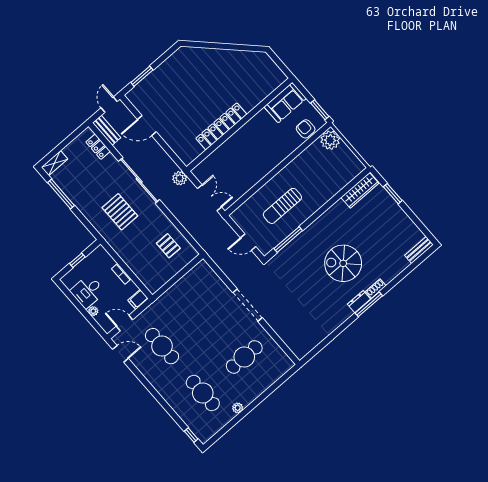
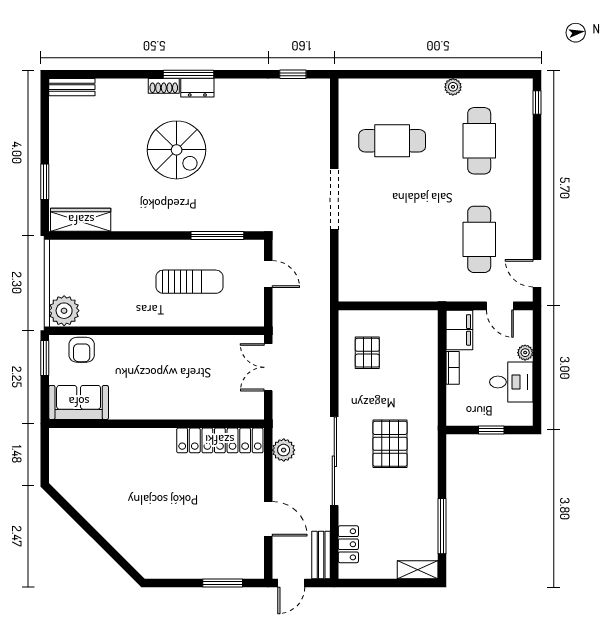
locker: (221, 126) -> (220, 440), moved
plant: (180, 178) -> (284, 450), moved
filing cabinet: (138, 299) -> (459, 330), width x2.00
window: (319, 348) -> (293, 74), added

